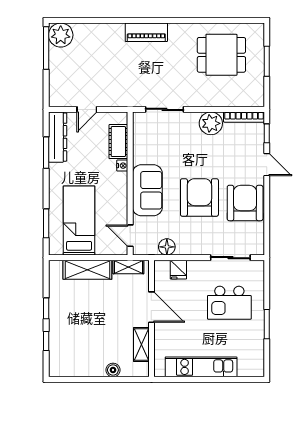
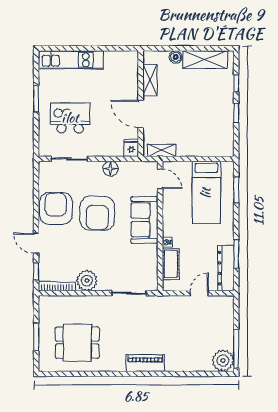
armchair: (245, 203) -> (56, 208), turned 180
floor lamp: (167, 247) -> (111, 169), moved
shelving: (87, 270) -> (205, 59), moved
fridge: (178, 270) -> (131, 148), moved
kitchen unit: (201, 367) -> (71, 60), moved

